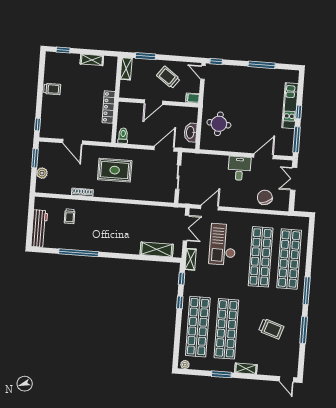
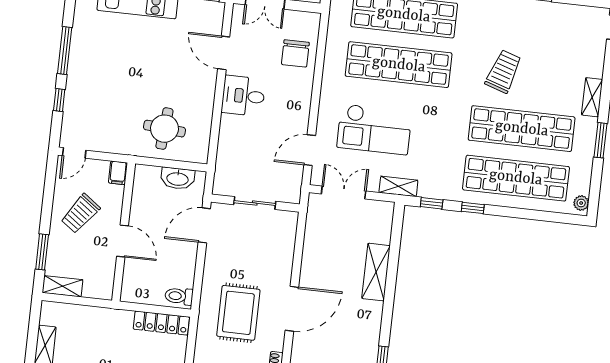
window: (216, 61) -> (59, 100), moved
locker: (109, 107) -> (161, 323), moved
door: (164, 149) -> (204, 225), hinge flipped
chair: (265, 197) -> (295, 53), turned -66
door: (118, 201) -> (292, 309), added
door: (210, 208) -> (310, 150), hinge flipped
shelving: (157, 249) -> (376, 272), moved
trolley: (271, 329) -> (503, 71), moved

